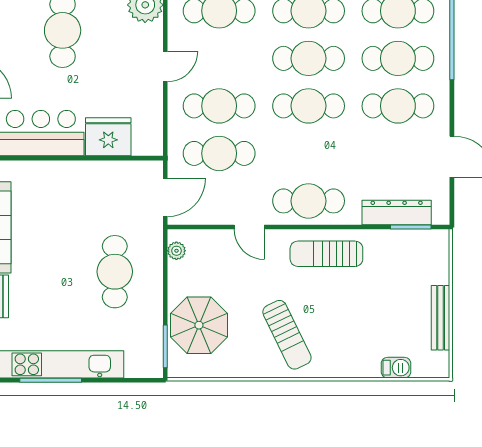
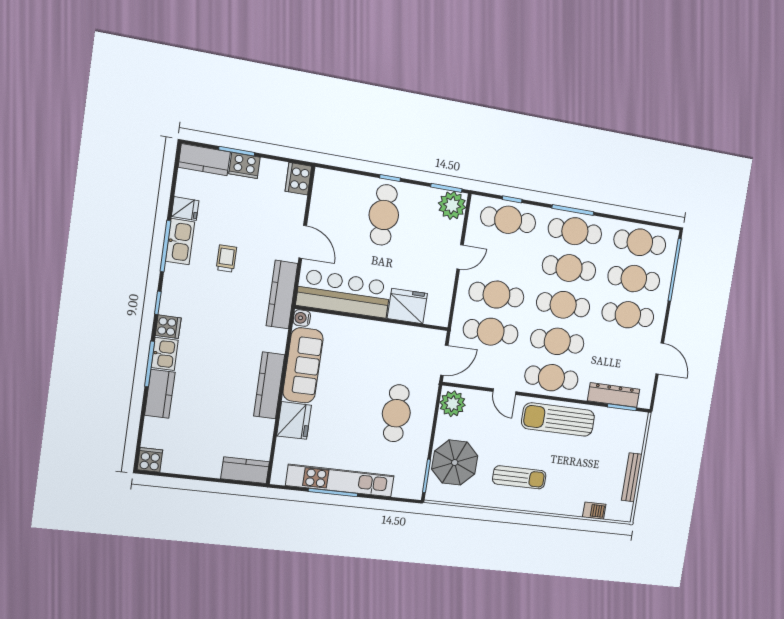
cafe table: (309, 153) -> (557, 341), added
plant: (176, 251) -> (453, 404), width x1.87, depth x1.87
sun lounger: (326, 254) -> (558, 420), width x1.36, depth x1.34
sun lounger: (287, 335) -> (519, 477), turned -64

